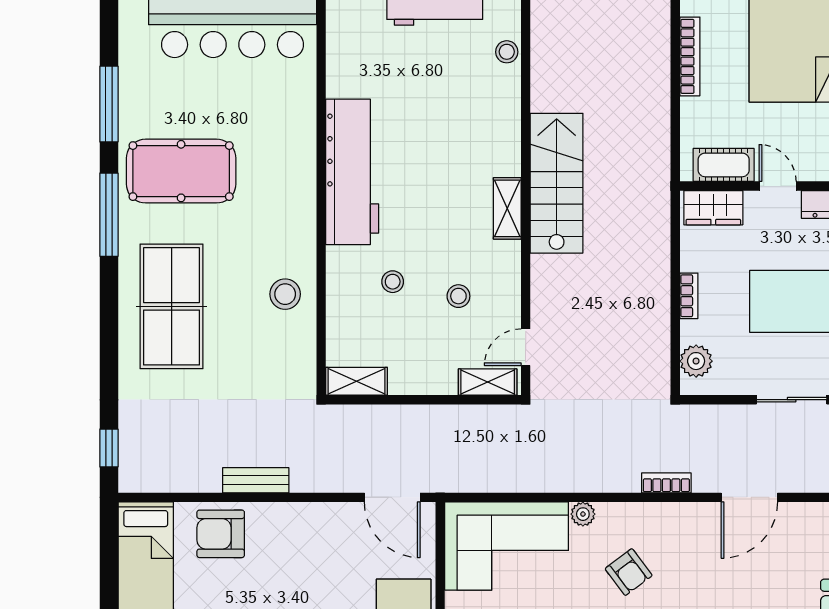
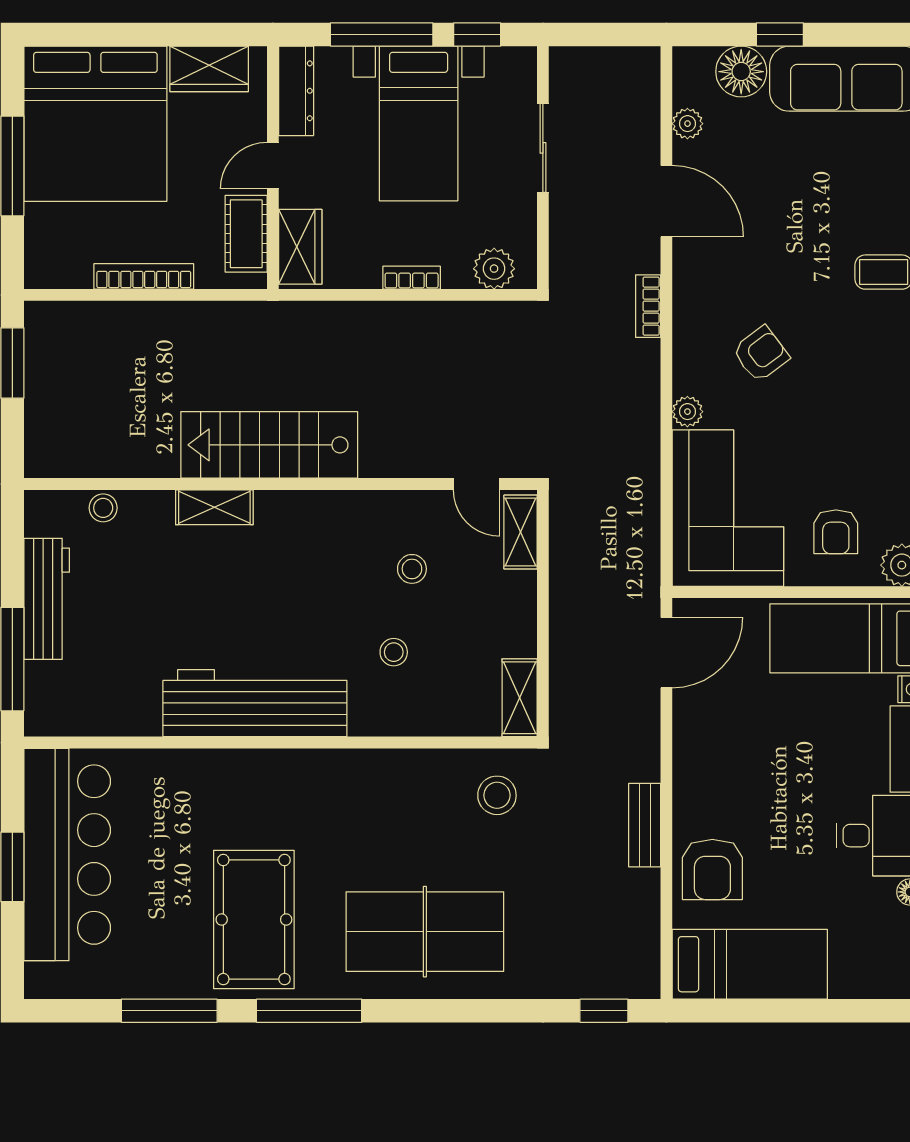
bookcase: (690, 56) -> (144, 276), moved
shelving: (507, 208) -> (214, 507), moved
stool: (285, 294) -> (497, 795), moved
plant: (811, 514) -> (687, 124), added

